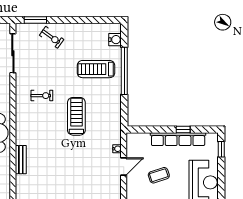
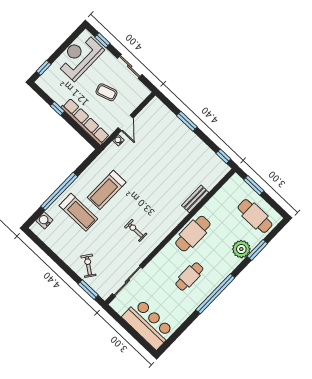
treadmill: (76, 116) -> (107, 190), moved
row of seats: (178, 139) -> (85, 122), moved
door: (124, 166) -> (126, 123), swing flipped

